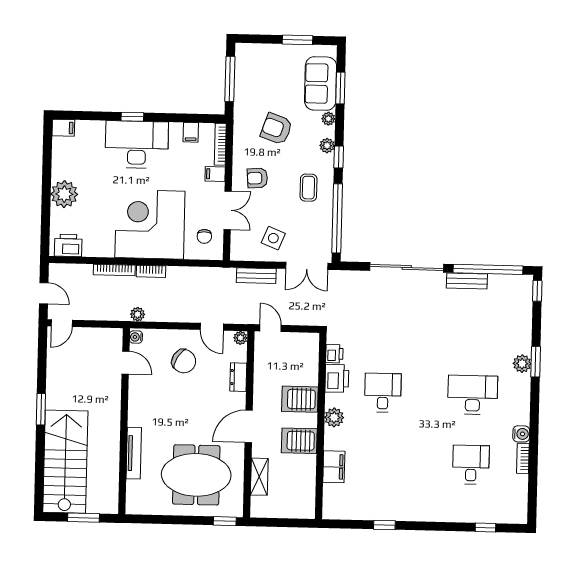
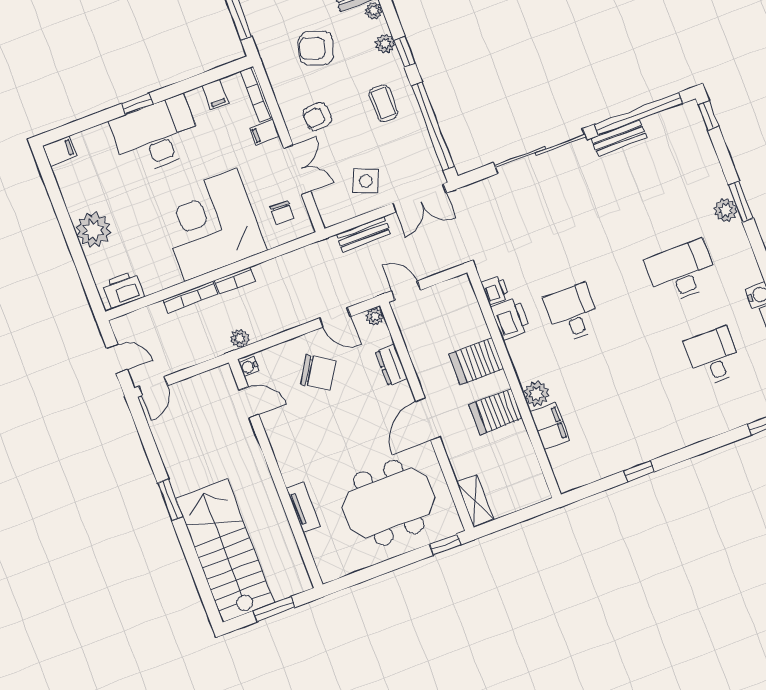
plant: (334, 417) -> (536, 394), moved
tv unit: (134, 453) -> (303, 507), width x0.71
shelving: (259, 477) -> (475, 501), moved

